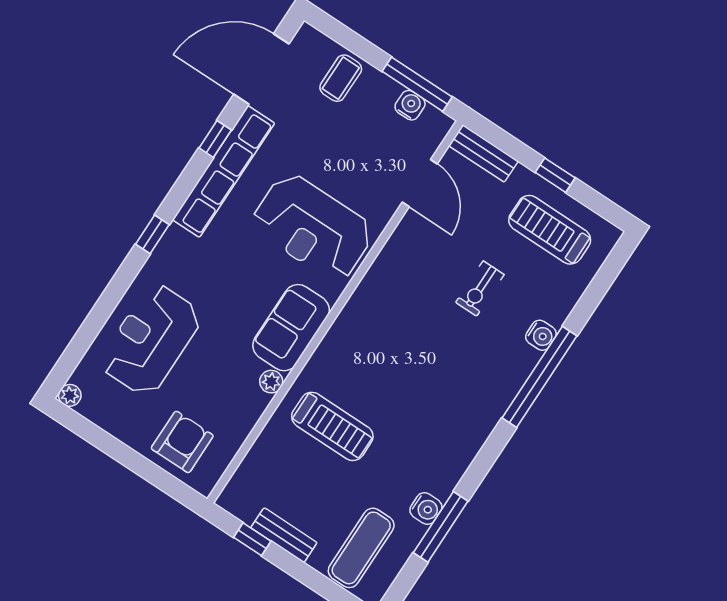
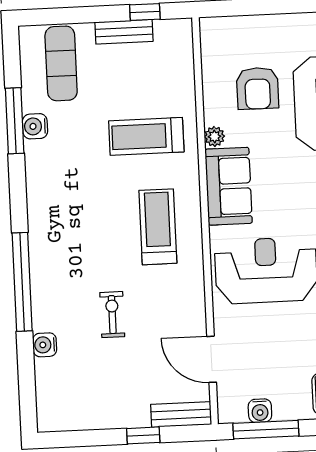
window: (555, 175) -> (143, 435), moved
treadmill: (550, 230) -> (158, 227), moved, turned -90
water cooler: (541, 335) -> (45, 345), moved
armchair: (182, 442) -> (258, 88), moved

